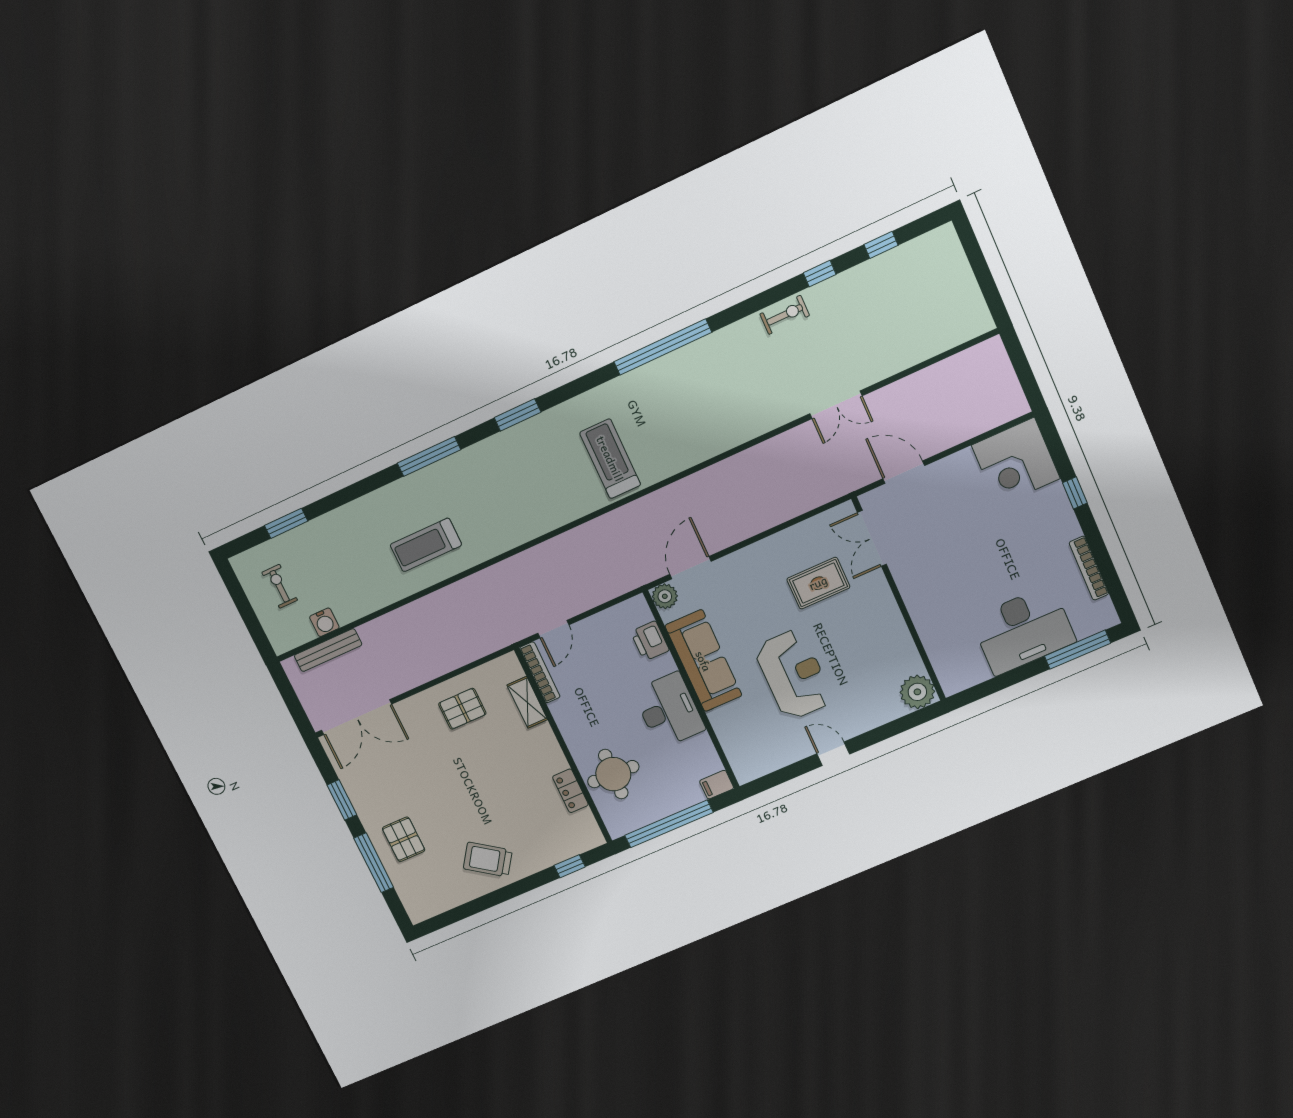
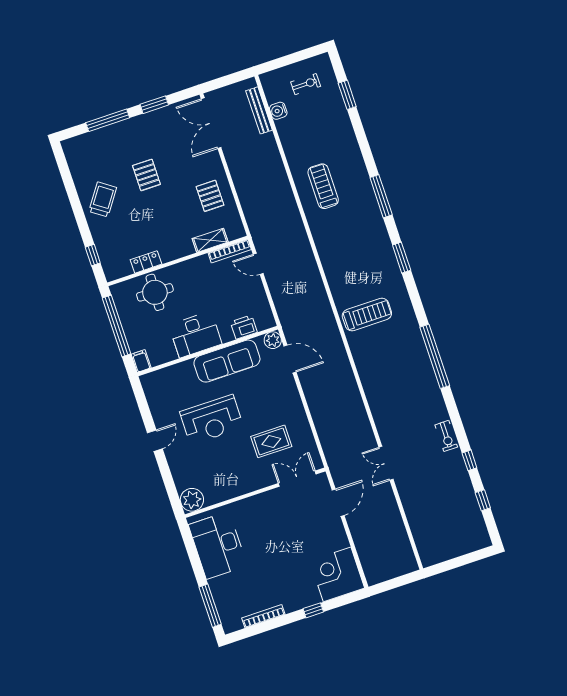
rug: (818, 583) -> (271, 441), turned 90
desk: (1023, 630) -> (218, 545), moved
pallet: (404, 839) -> (146, 175), moved, turned 90

